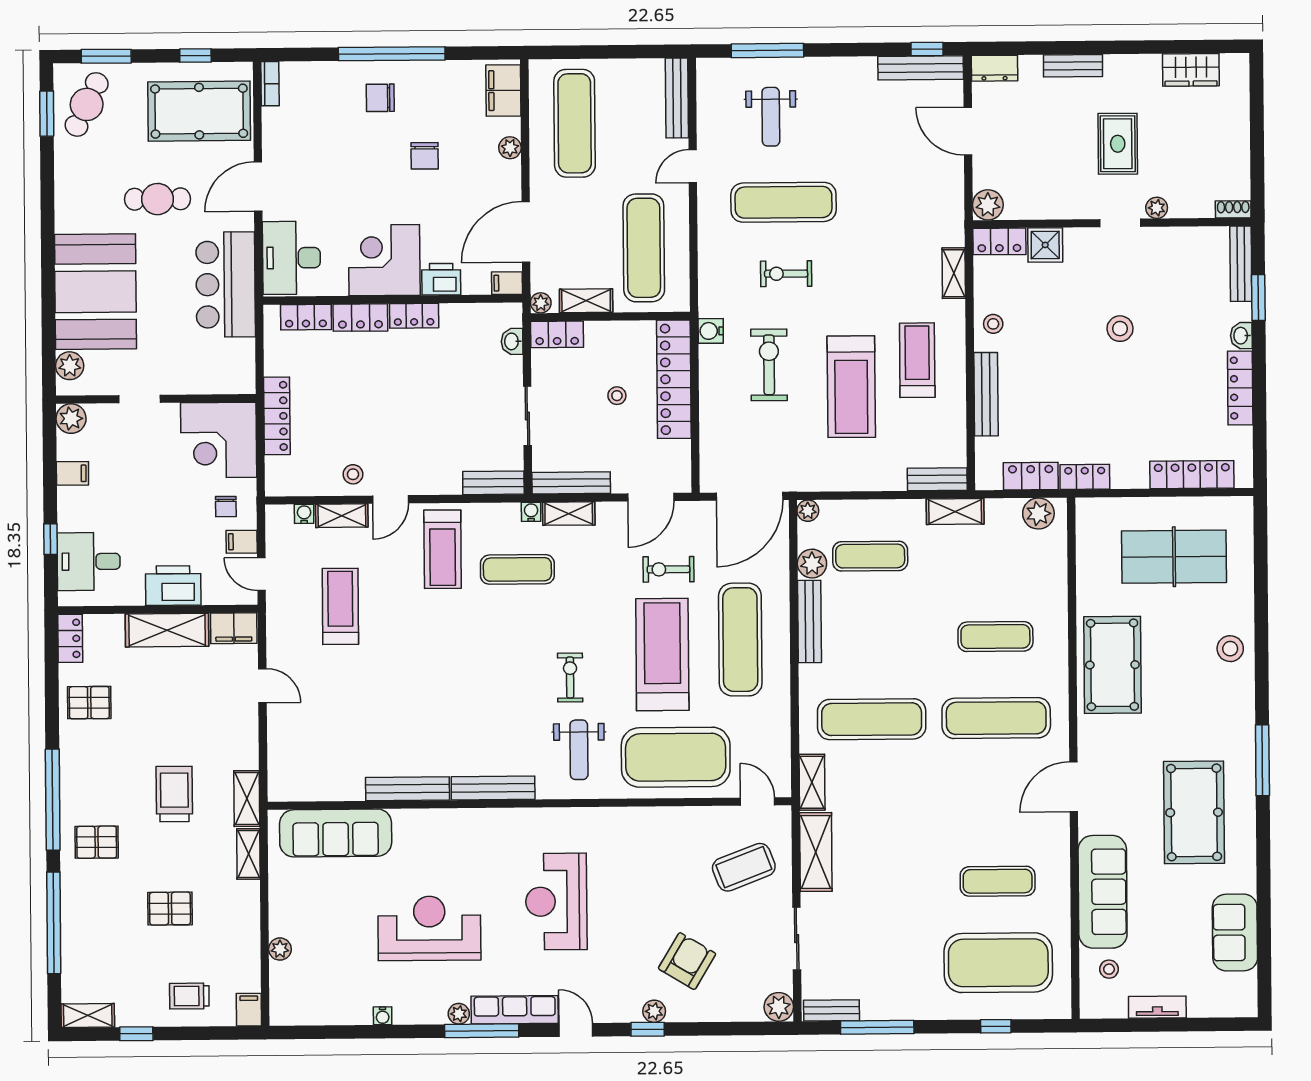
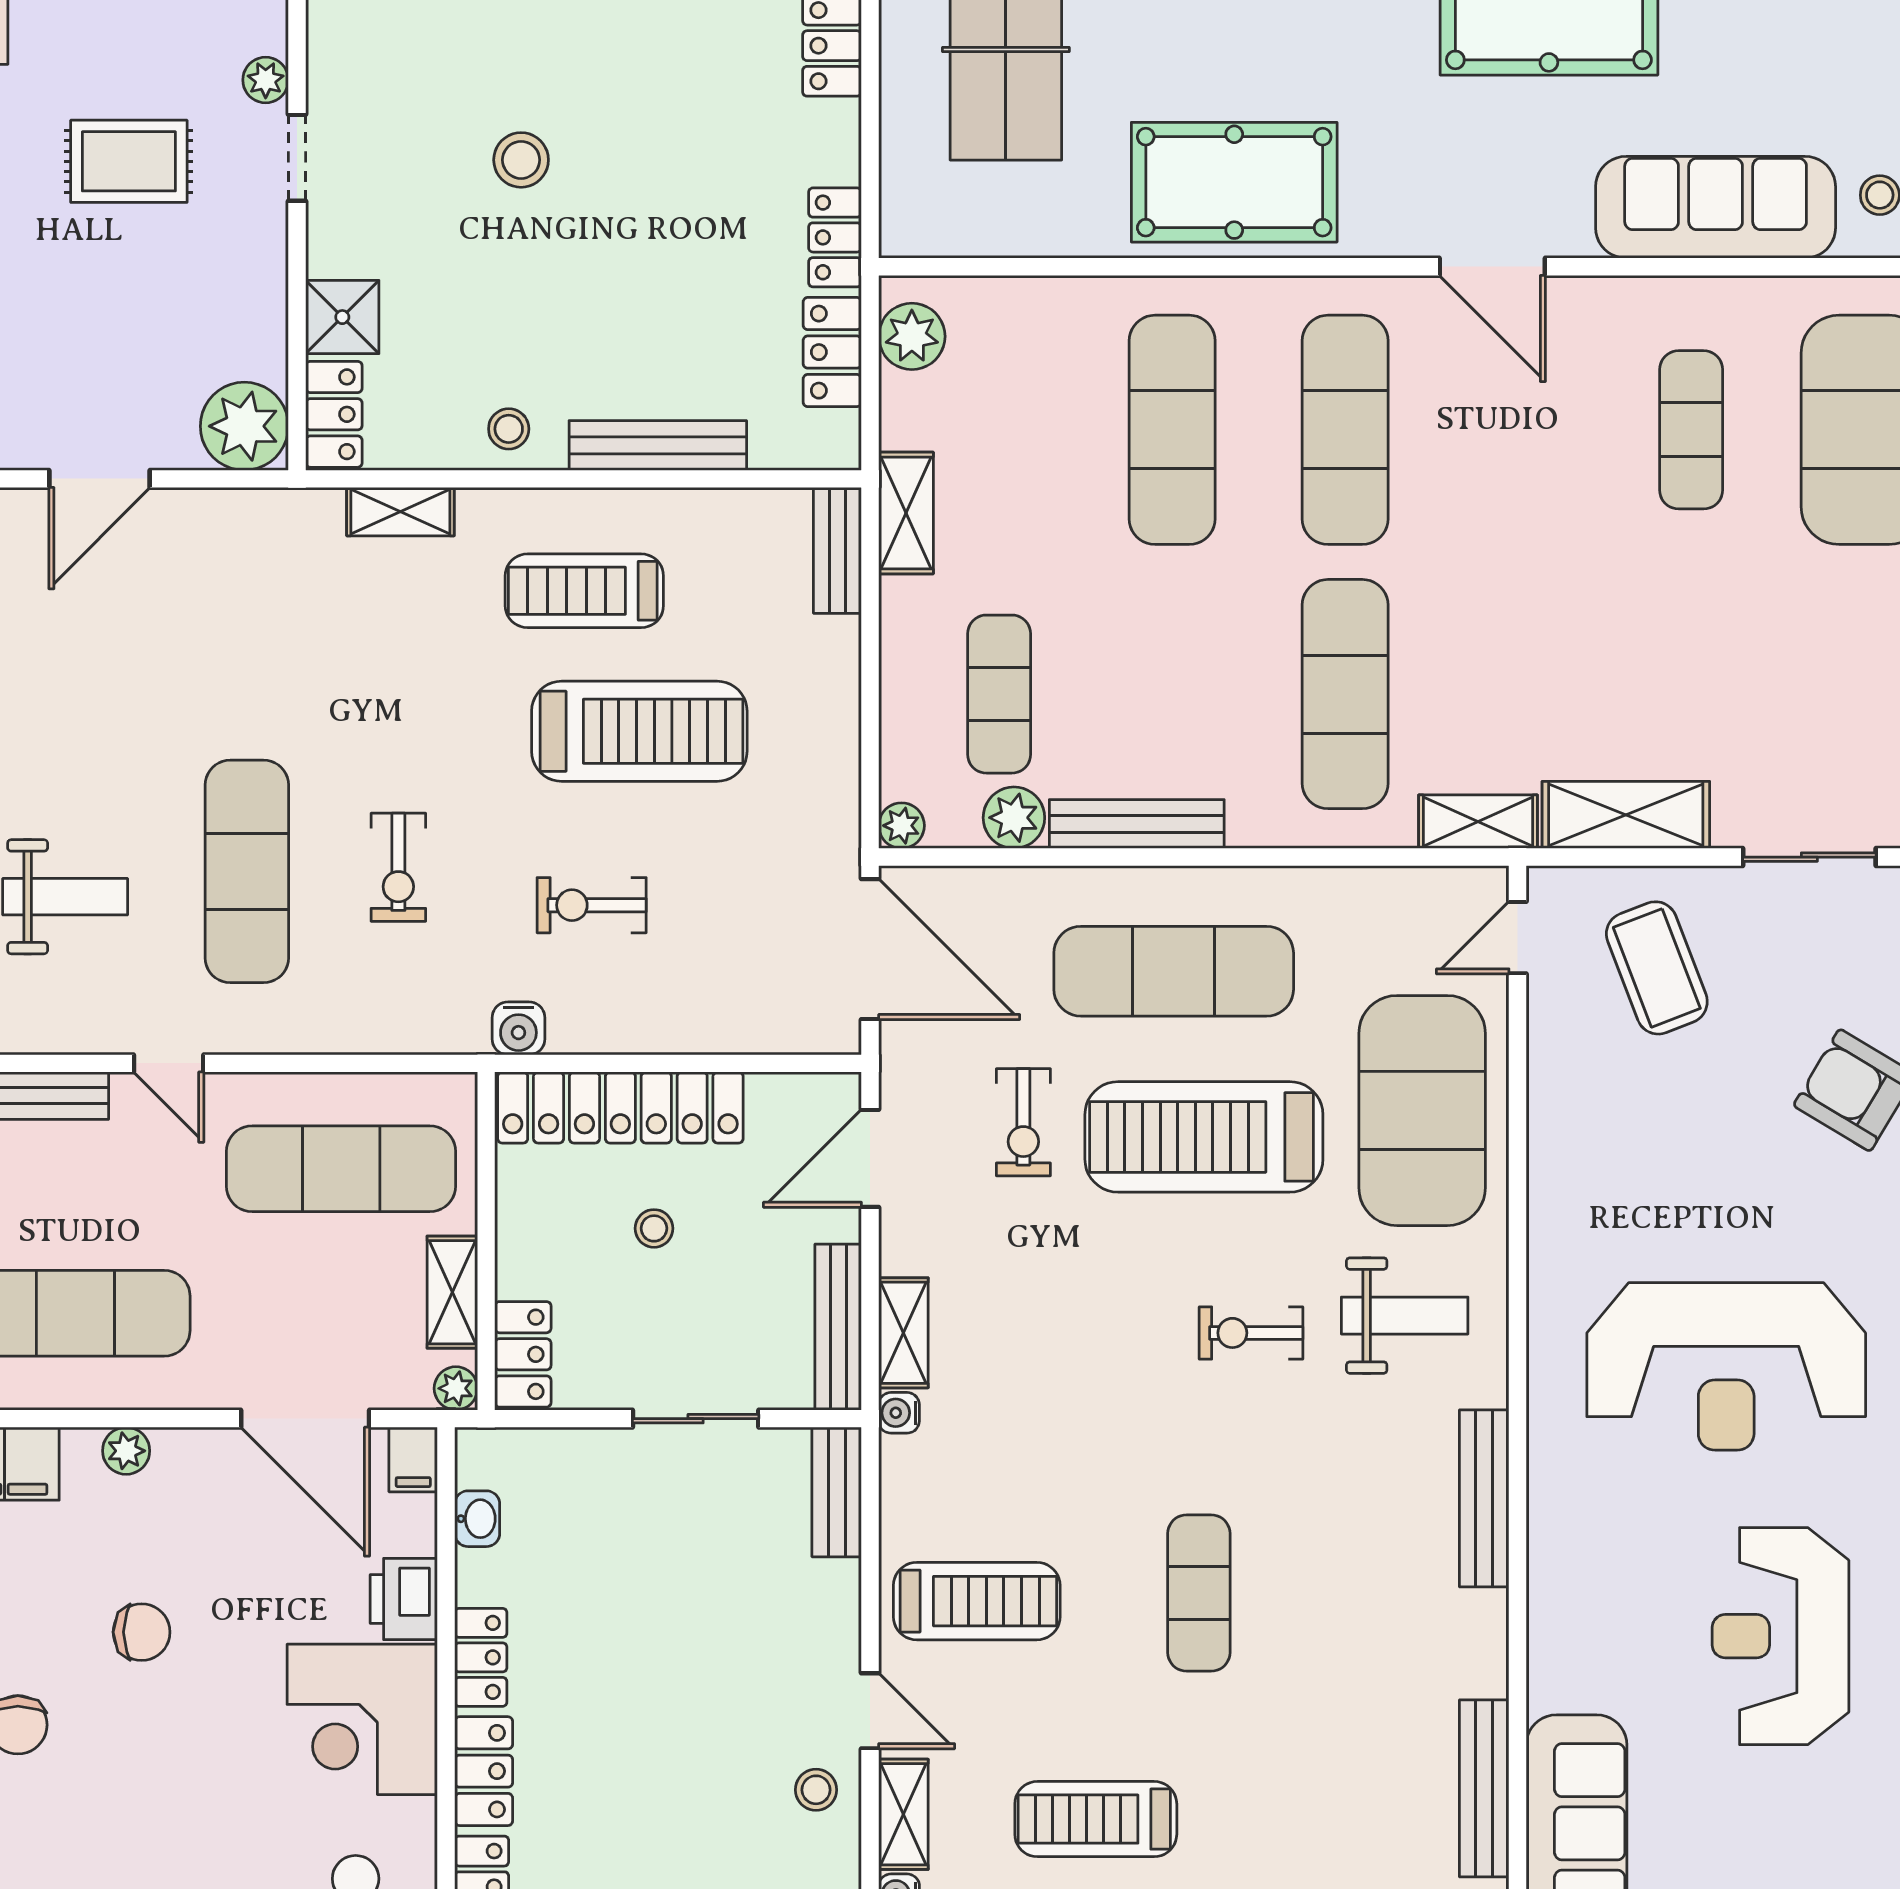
plant: (988, 205) -> (244, 426), width x1.36, depth x1.36
washbasin: (512, 341) -> (477, 1519), moved, turned -90
exercise bike: (769, 365) -> (592, 905), width x0.73, depth x0.72
door: (651, 497) -> (870, 1158), swing flipped
exercise mat: (517, 569) -> (1199, 1593), moved
exercise mat: (995, 637) -> (1172, 430), width x1.36, depth x1.45
bench: (407, 789) -> (1484, 1788), moved
reception desk: (556, 902) -> (1726, 1366), width x1.36, depth x1.30

